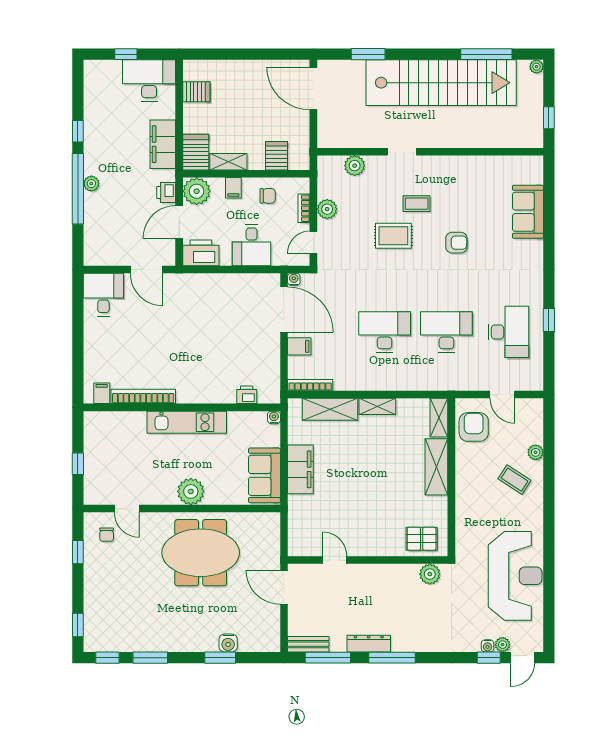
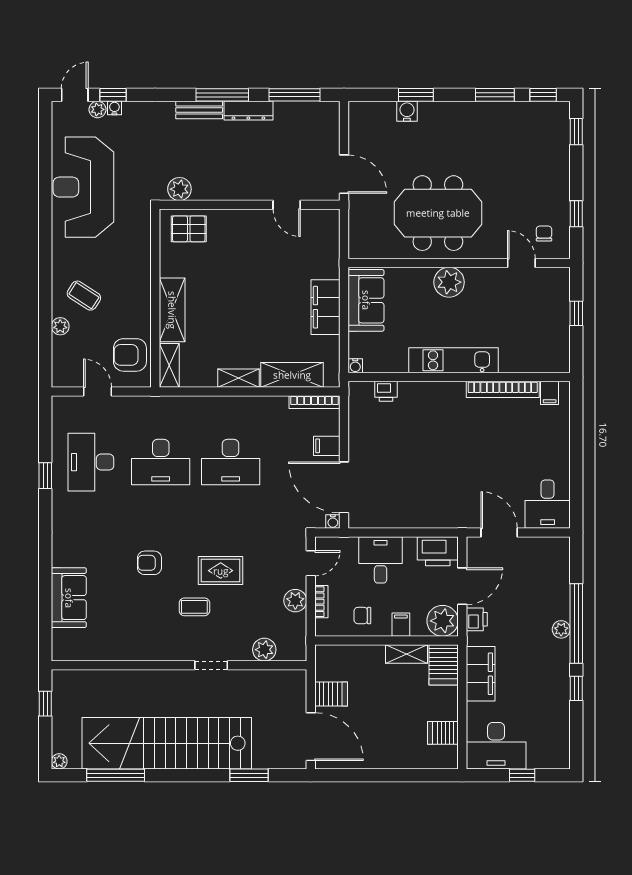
server rack: (277, 156) -> (331, 694), moved, turned -90
armchair: (474, 427) -> (130, 355), turned 90
bench: (308, 644) -> (199, 110), moved

